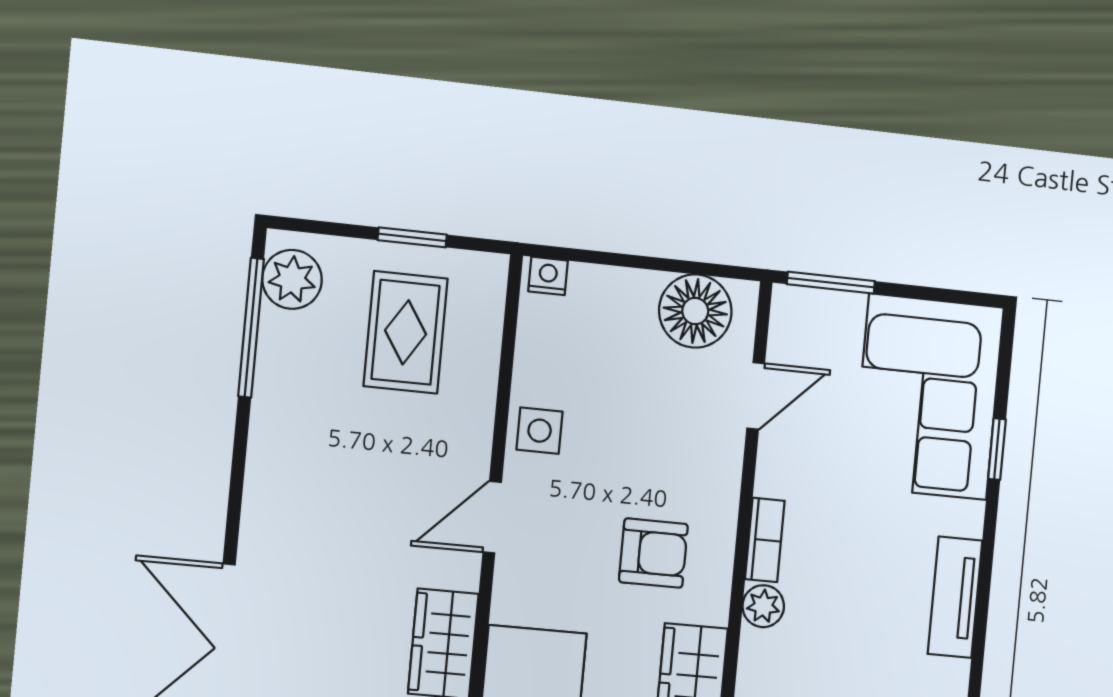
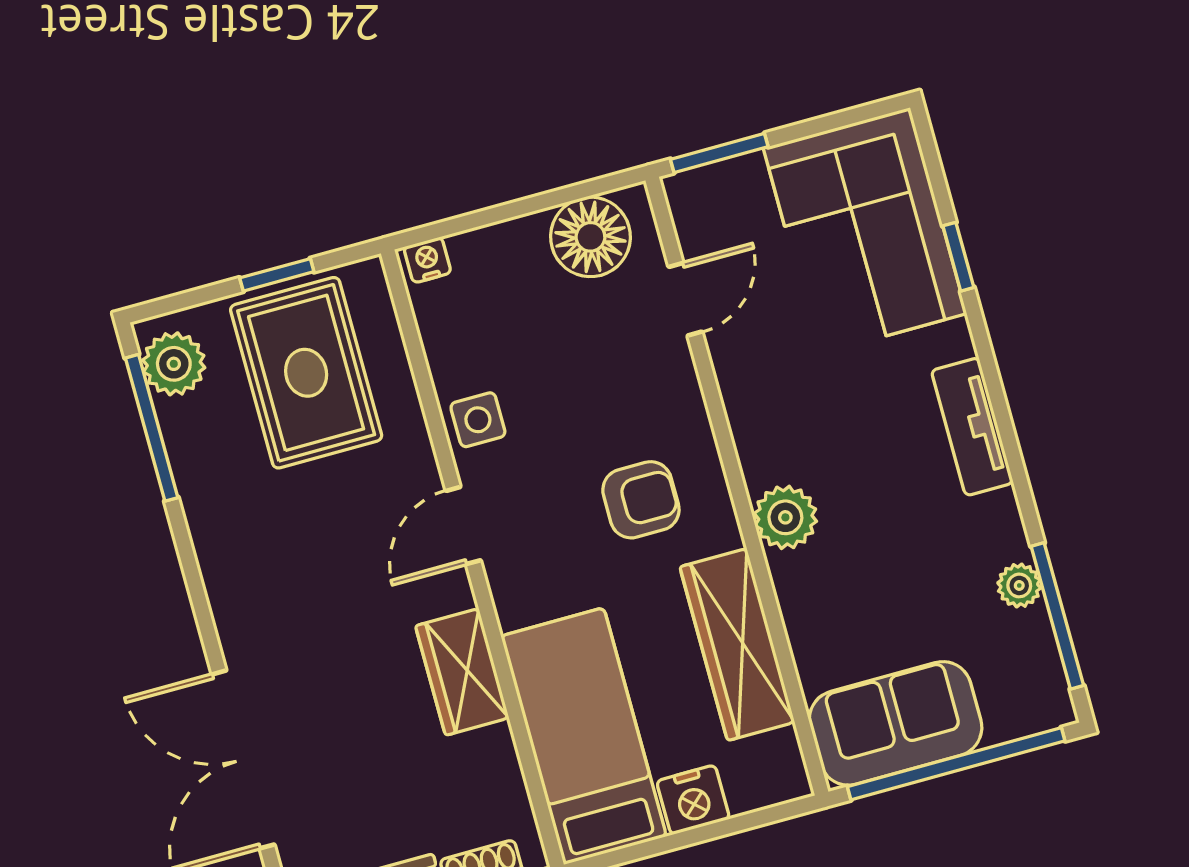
rug: (406, 332) -> (306, 373), width x1.36, depth x1.43
bookcase: (765, 540) -> (751, 443), removed
plant: (763, 606) -> (785, 517), width x1.38, depth x1.38

